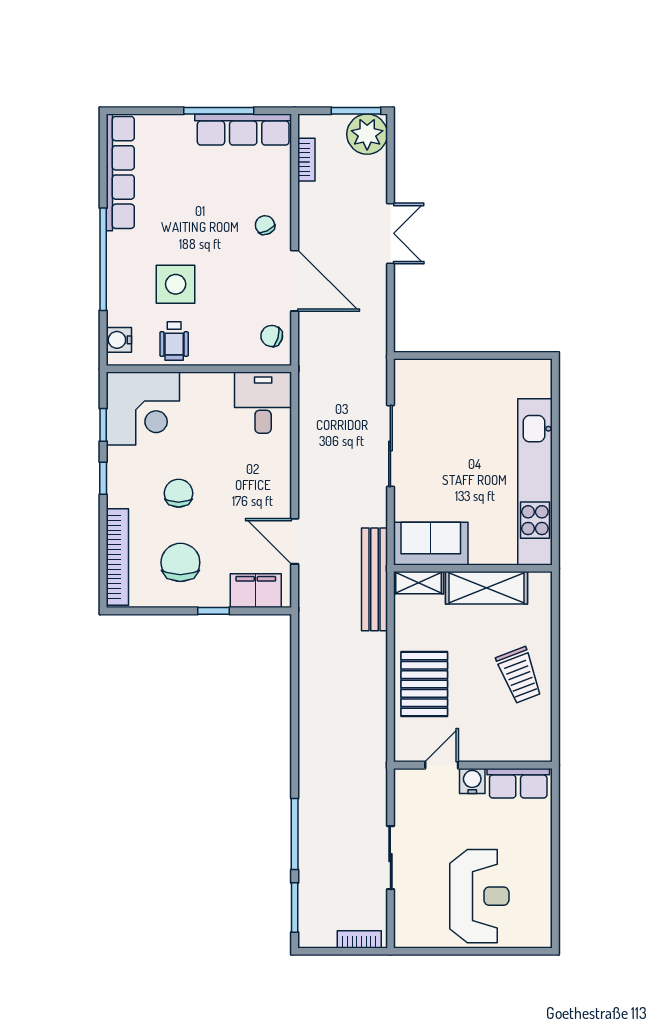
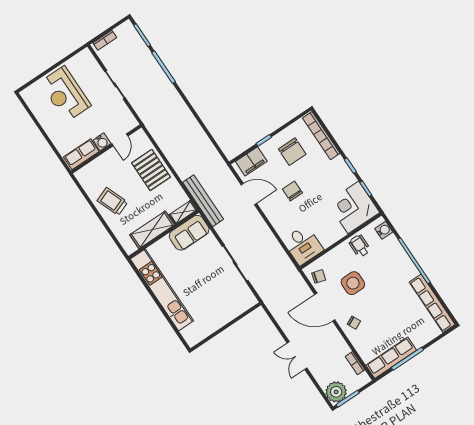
side table: (176, 284) -> (353, 283), moved
chair: (179, 493) -> (292, 191), moved, turned 180

